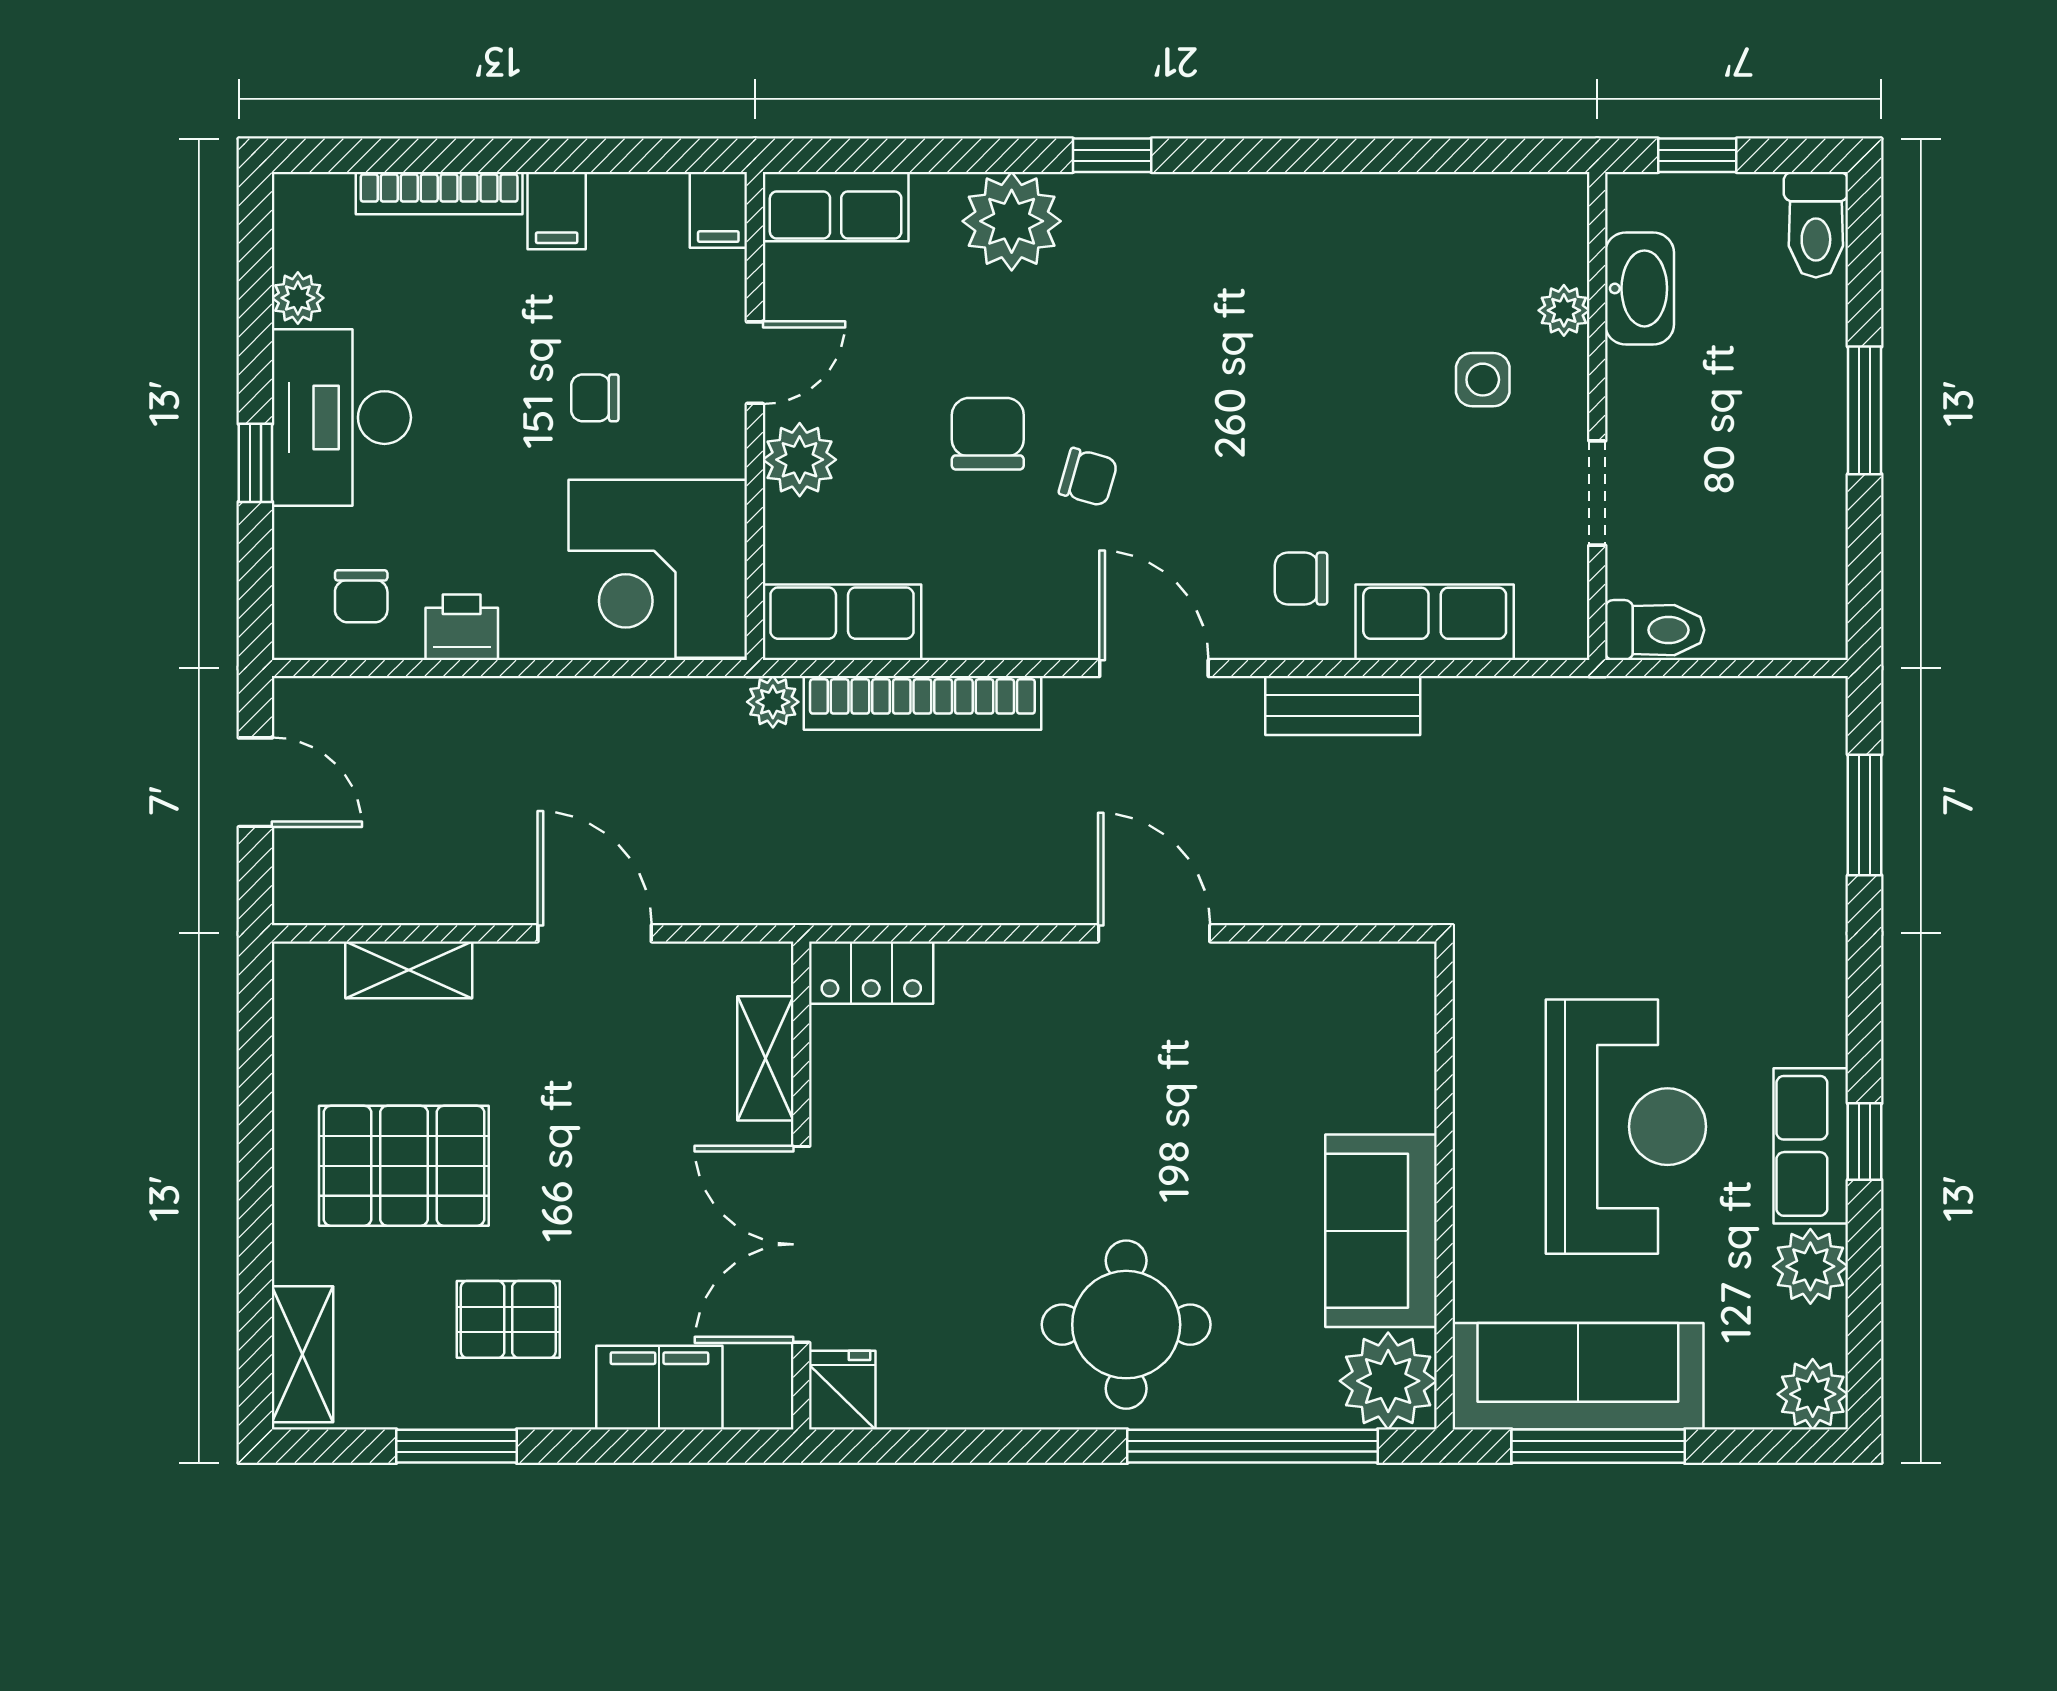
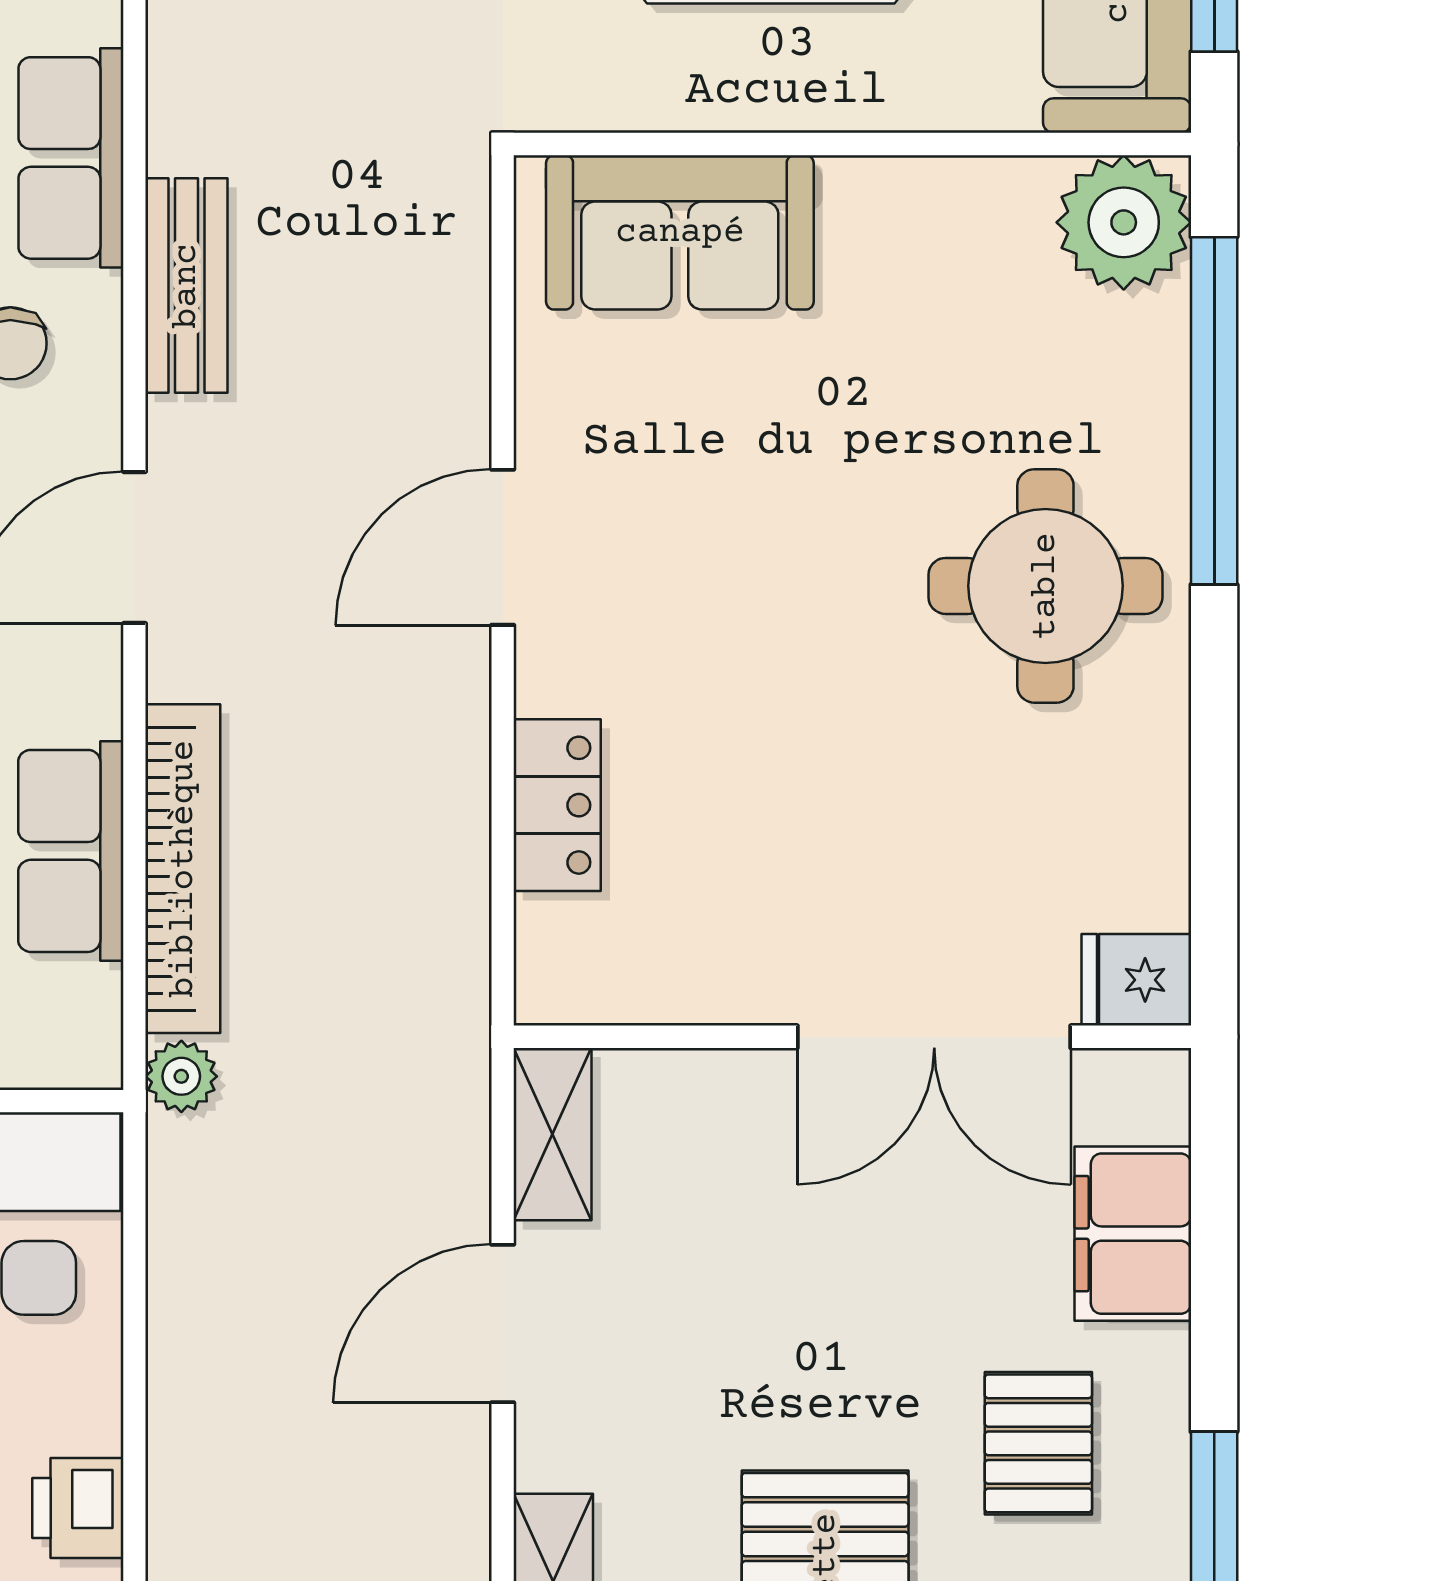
row of seats: (842, 622) -> (71, 851), moved
locker: (871, 973) -> (557, 805), moved
shelving: (765, 1058) -> (552, 1134), moved, turned 90
sofa: (1381, 1231) -> (680, 232), moved

